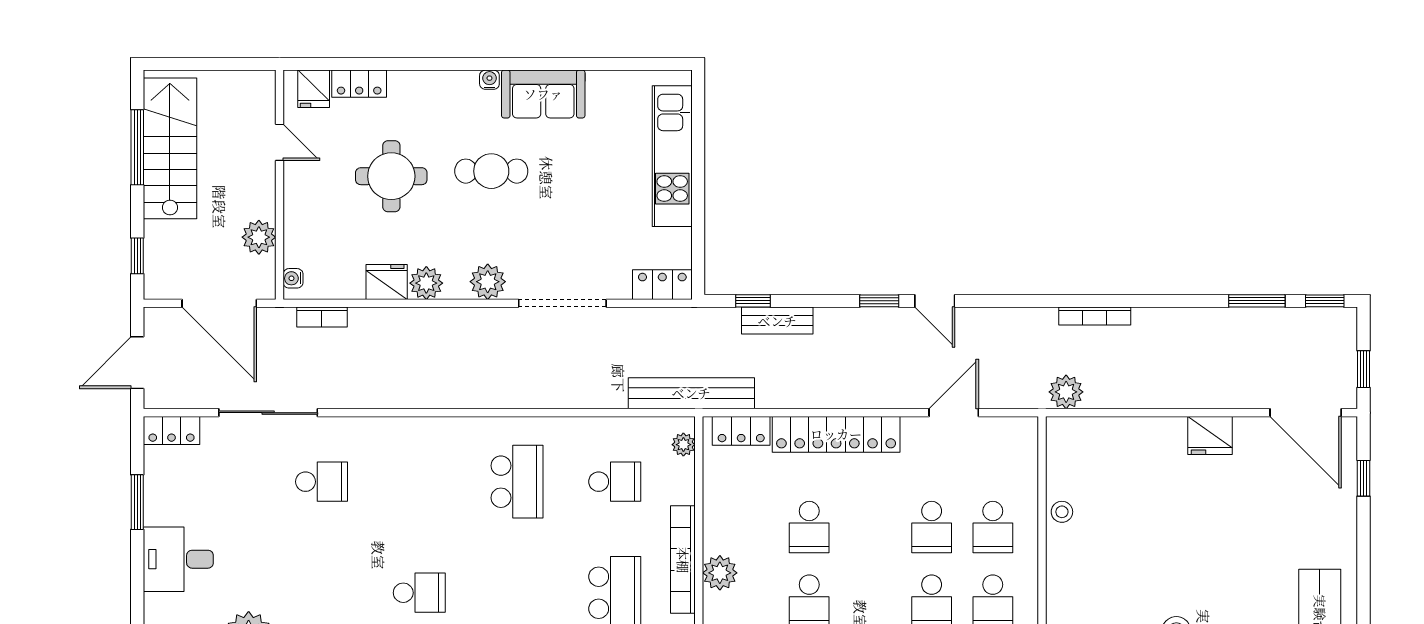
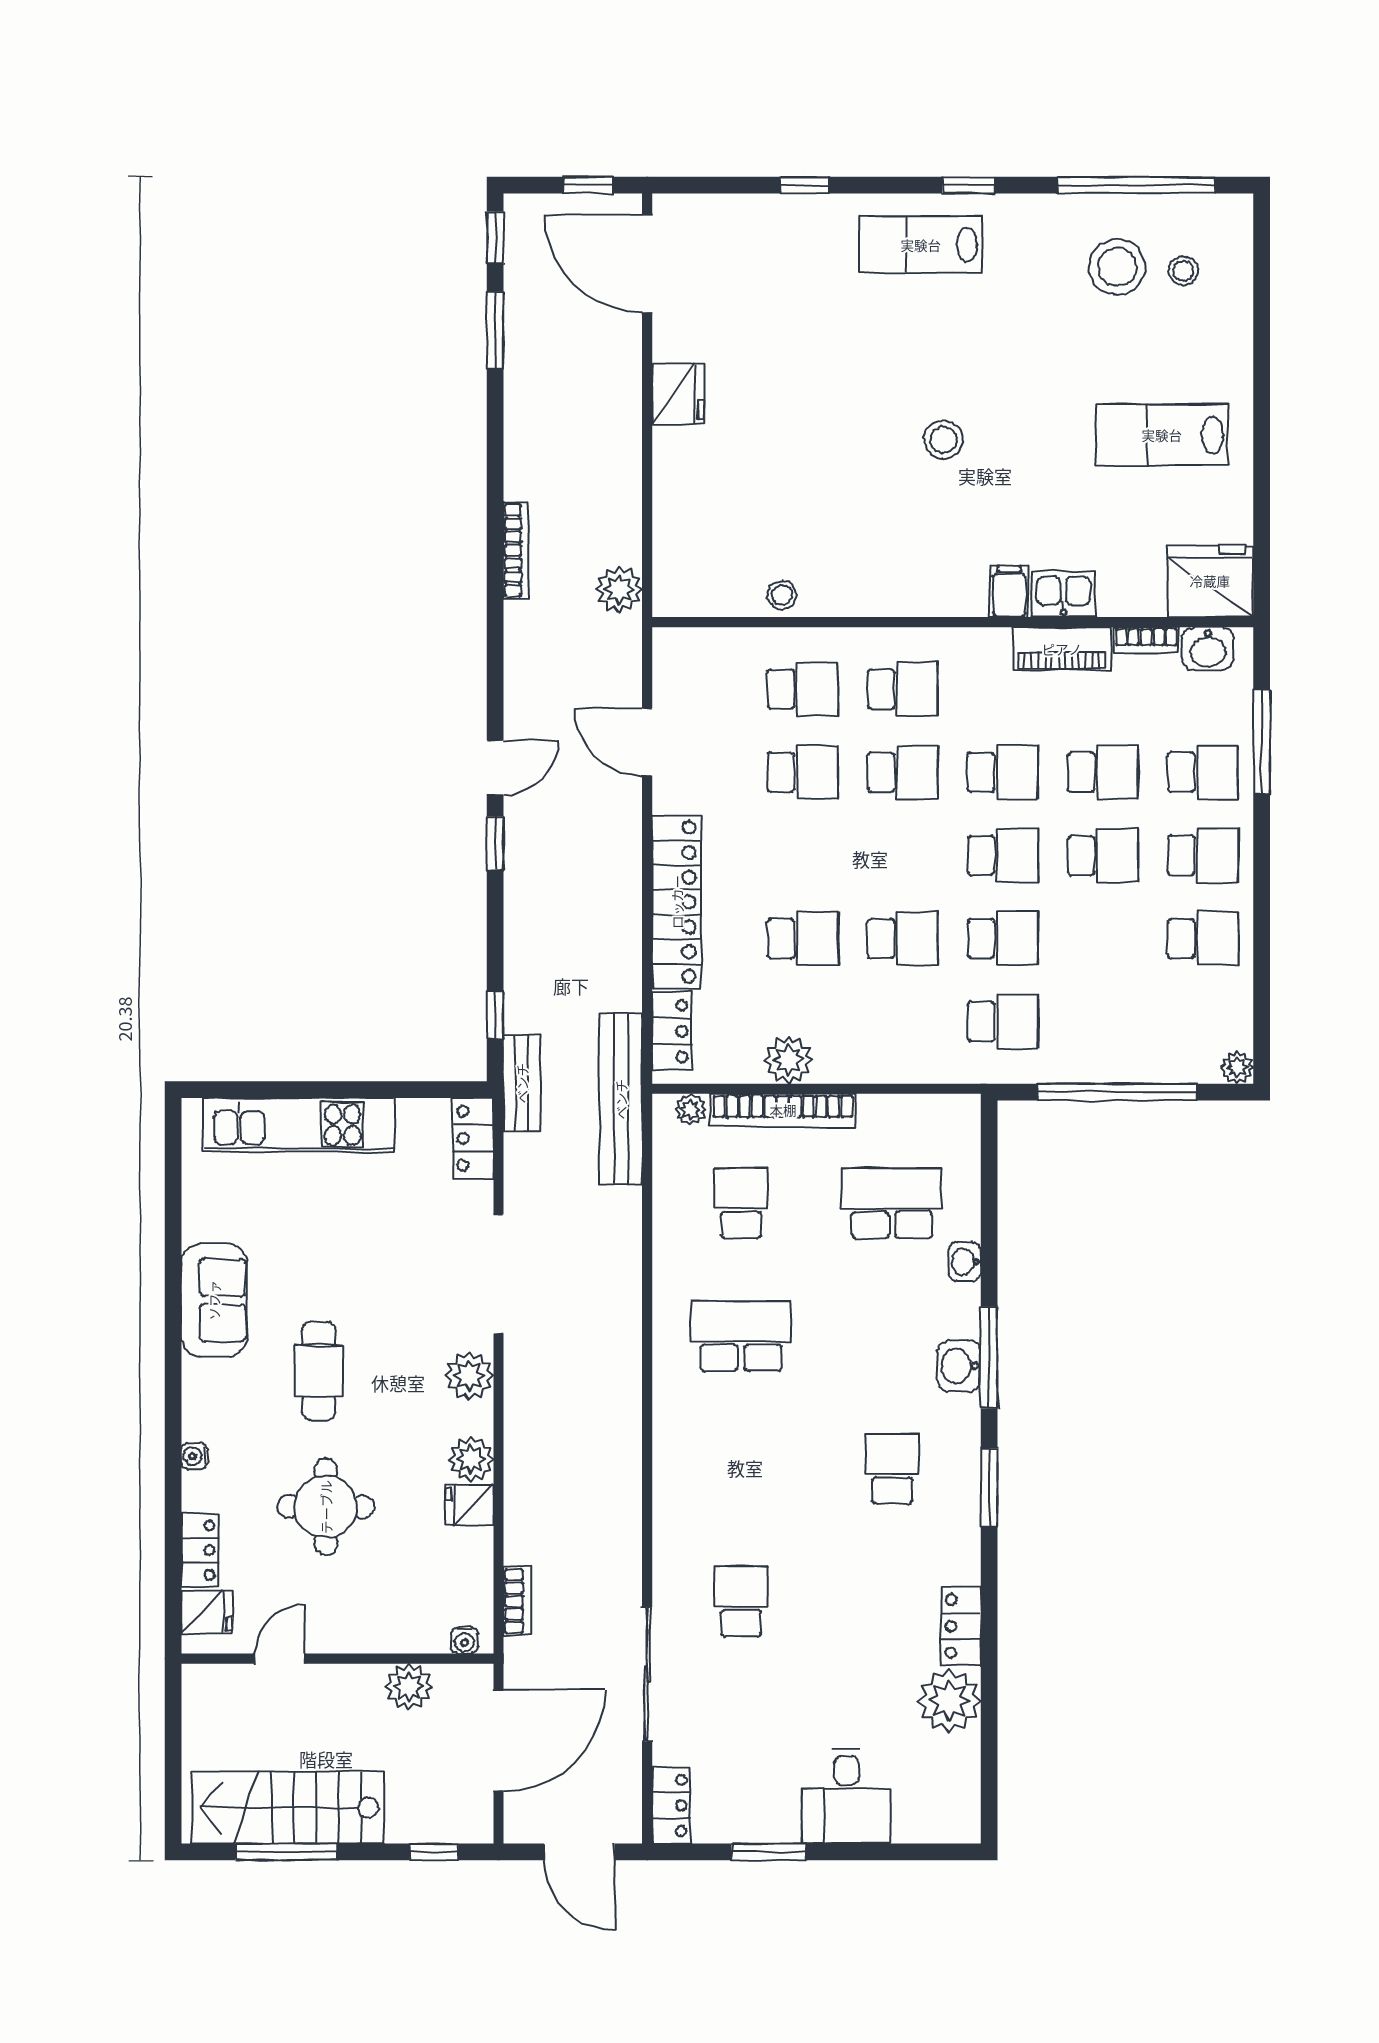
water cooler: (489, 80) -> (195, 1456), moved
fridge: (387, 282) -> (470, 1505), width x0.72
bench: (777, 321) -> (522, 1083), moved
door: (1306, 413) -> (647, 264), swing flipped
window: (1364, 478) -> (804, 185), moved
bookcase: (683, 560) -> (783, 1110), moved
plant: (720, 573) -> (788, 1060), moved

